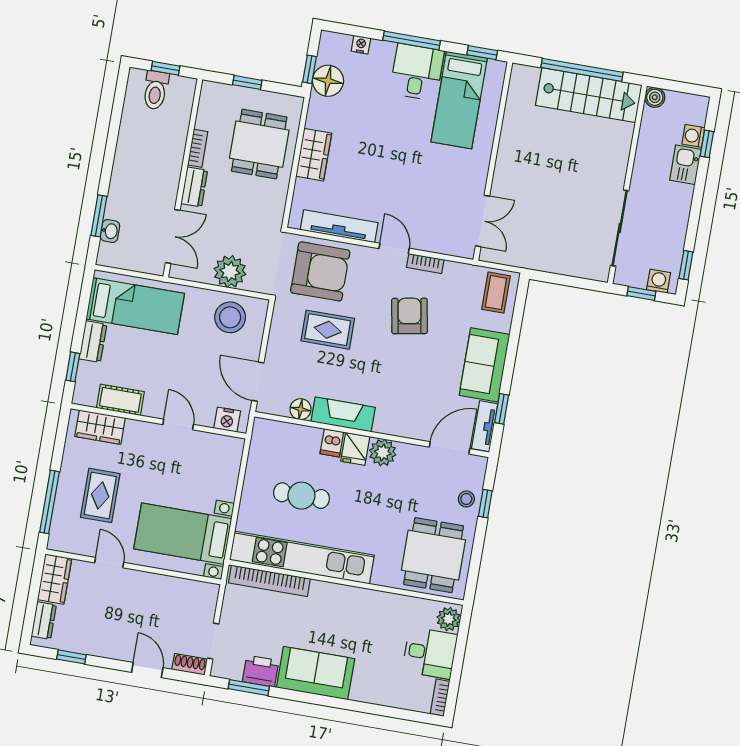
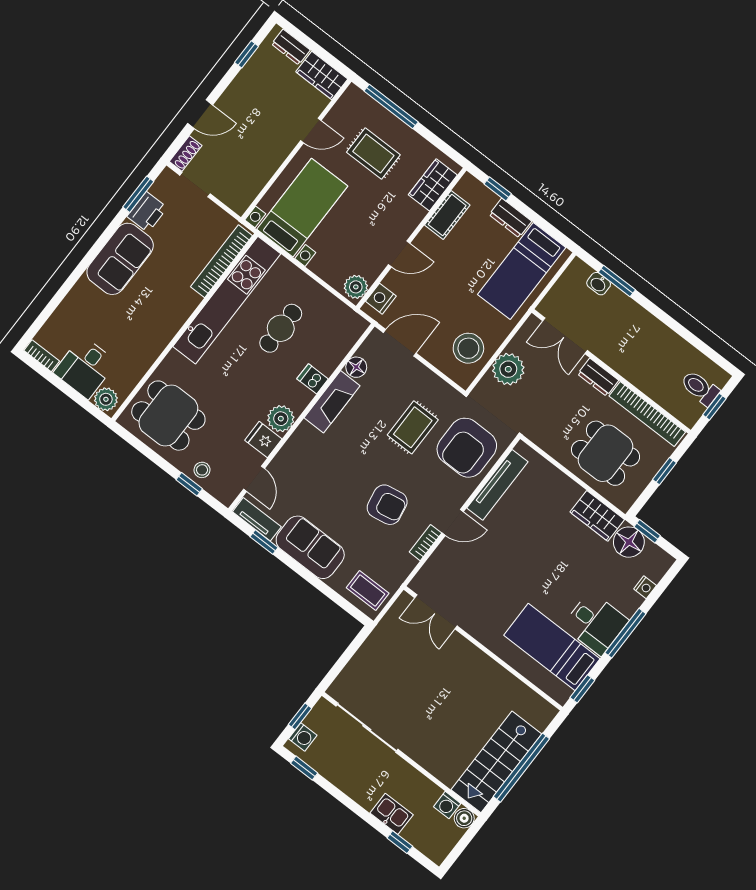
washing machine: (693, 136) -> (447, 805), moved, turned 180
bookcase: (198, 148) -> (647, 414), width x2.31, depth x1.31
wardrobe: (314, 155) -> (597, 516), moved
plant: (229, 448) -> (356, 287), added
door: (450, 448) -> (254, 479), width x0.73
fridge: (355, 449) -> (263, 440), moved

